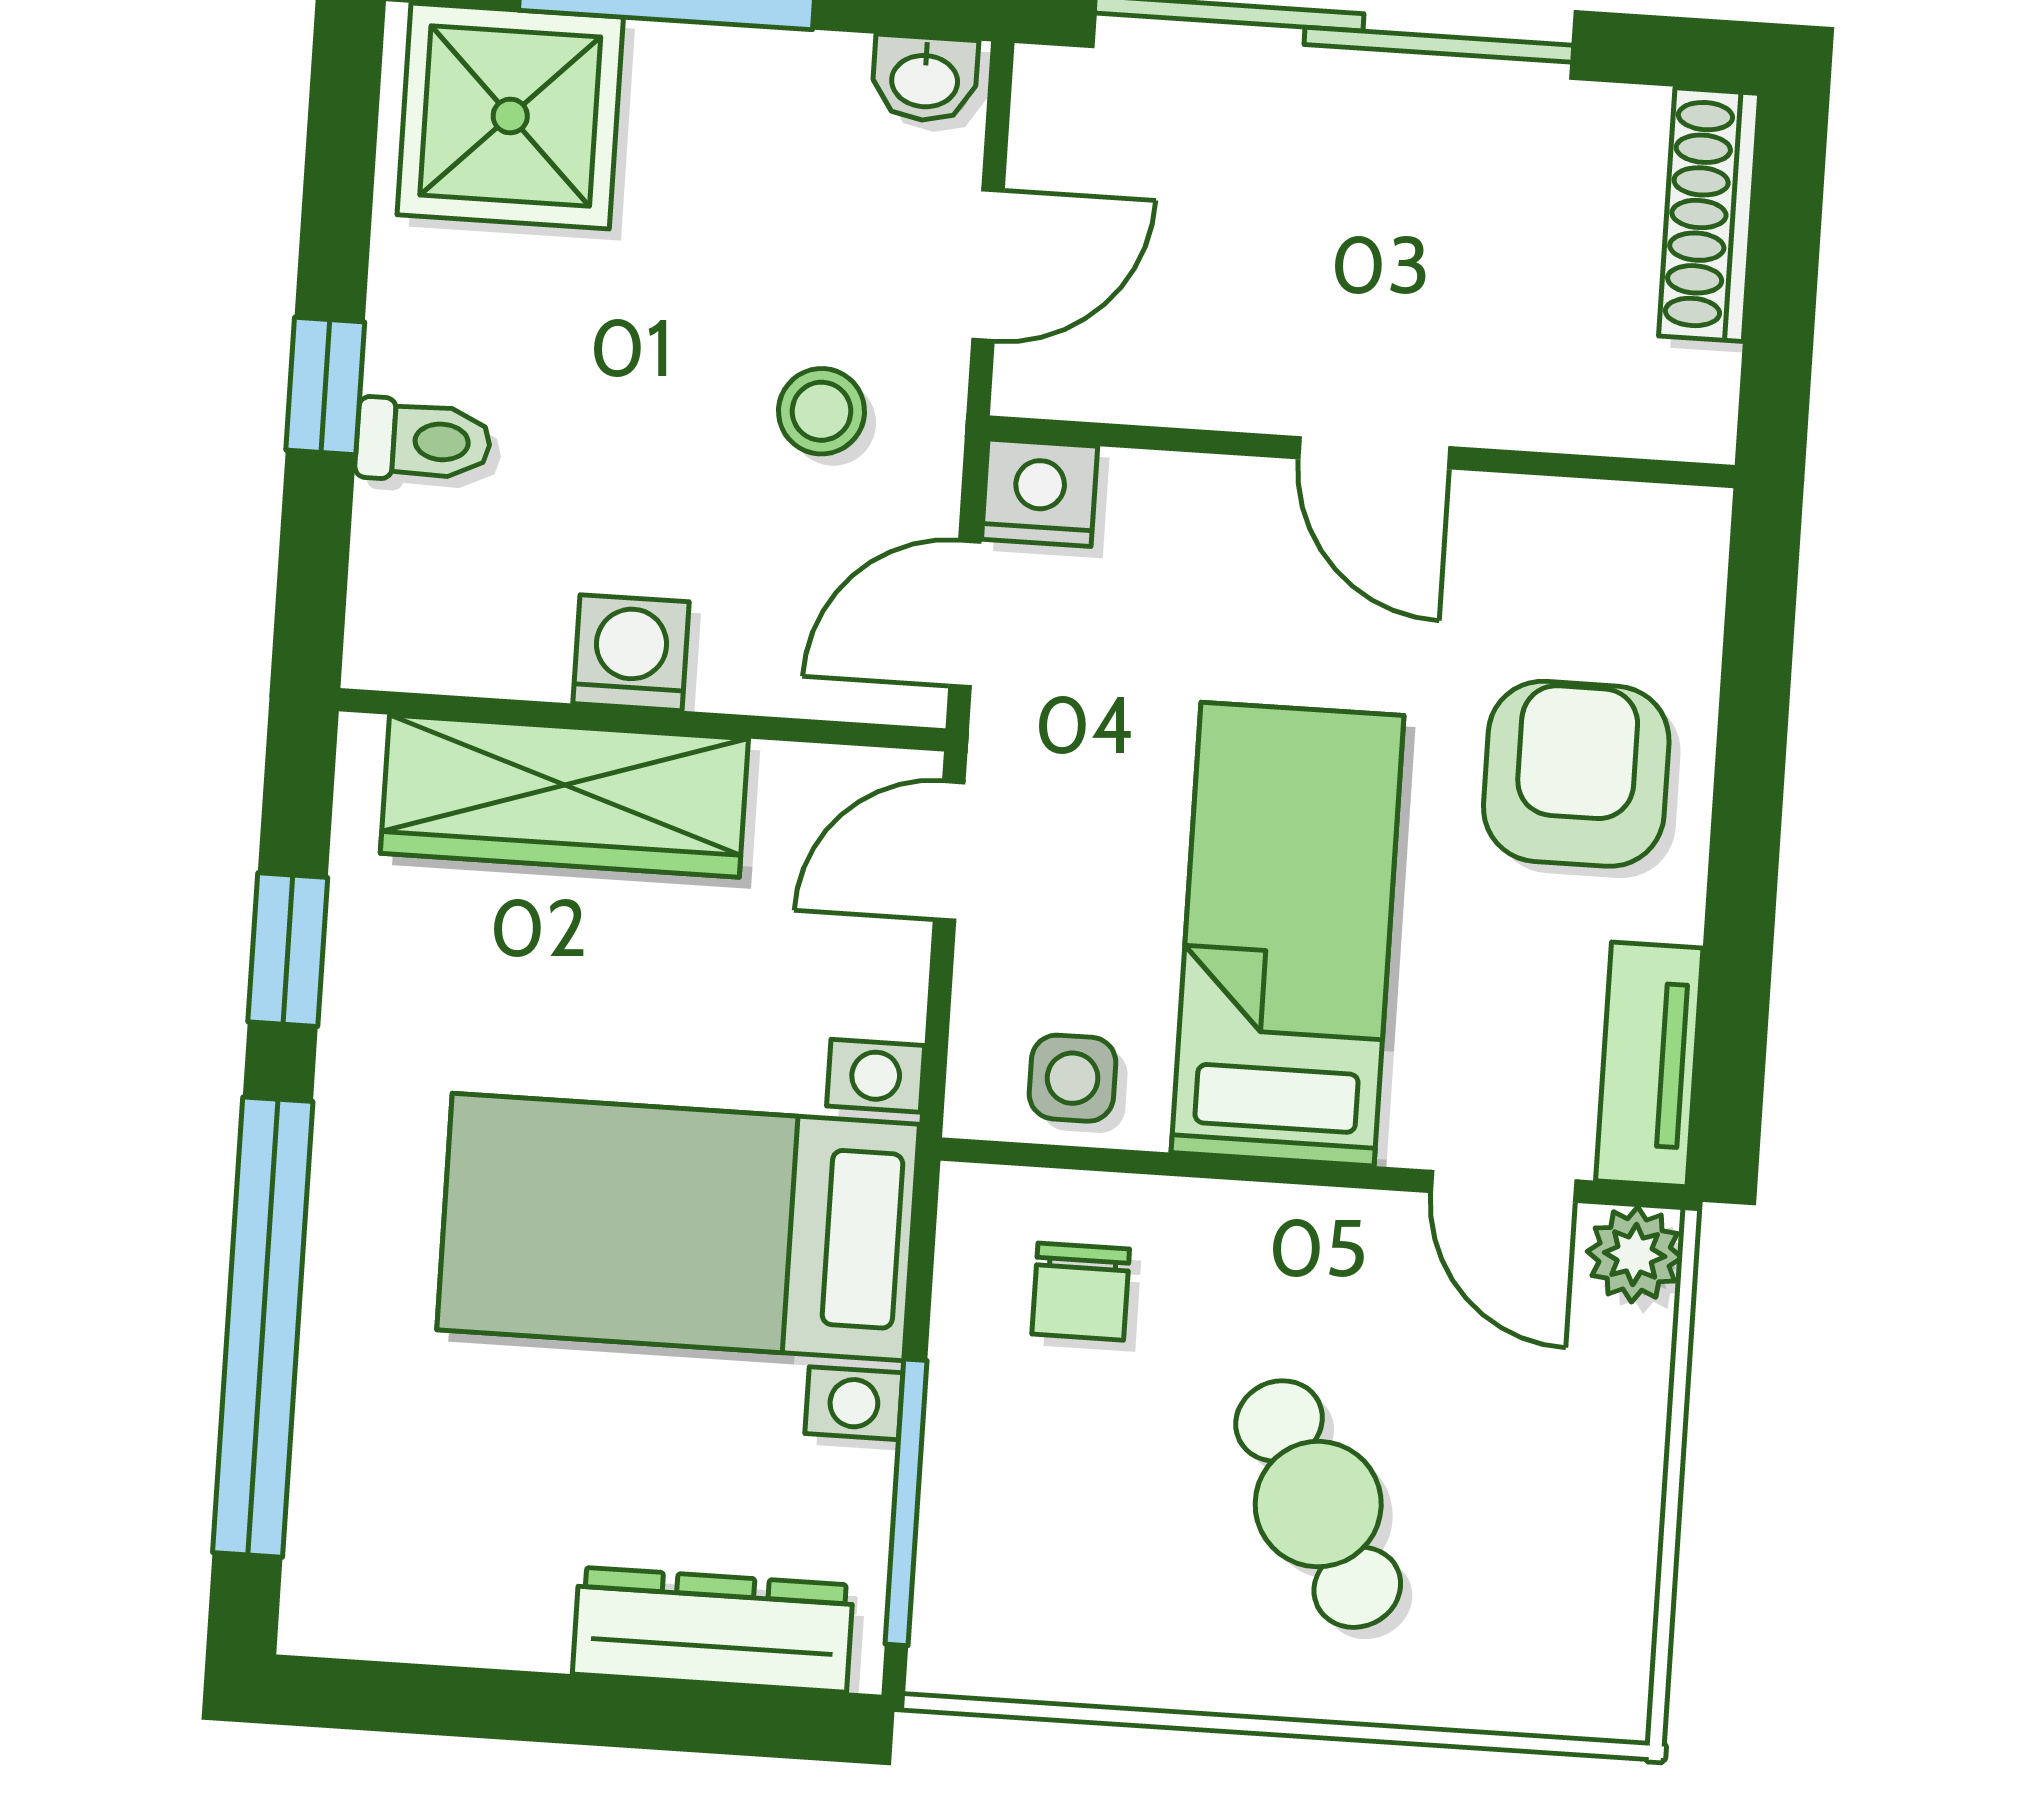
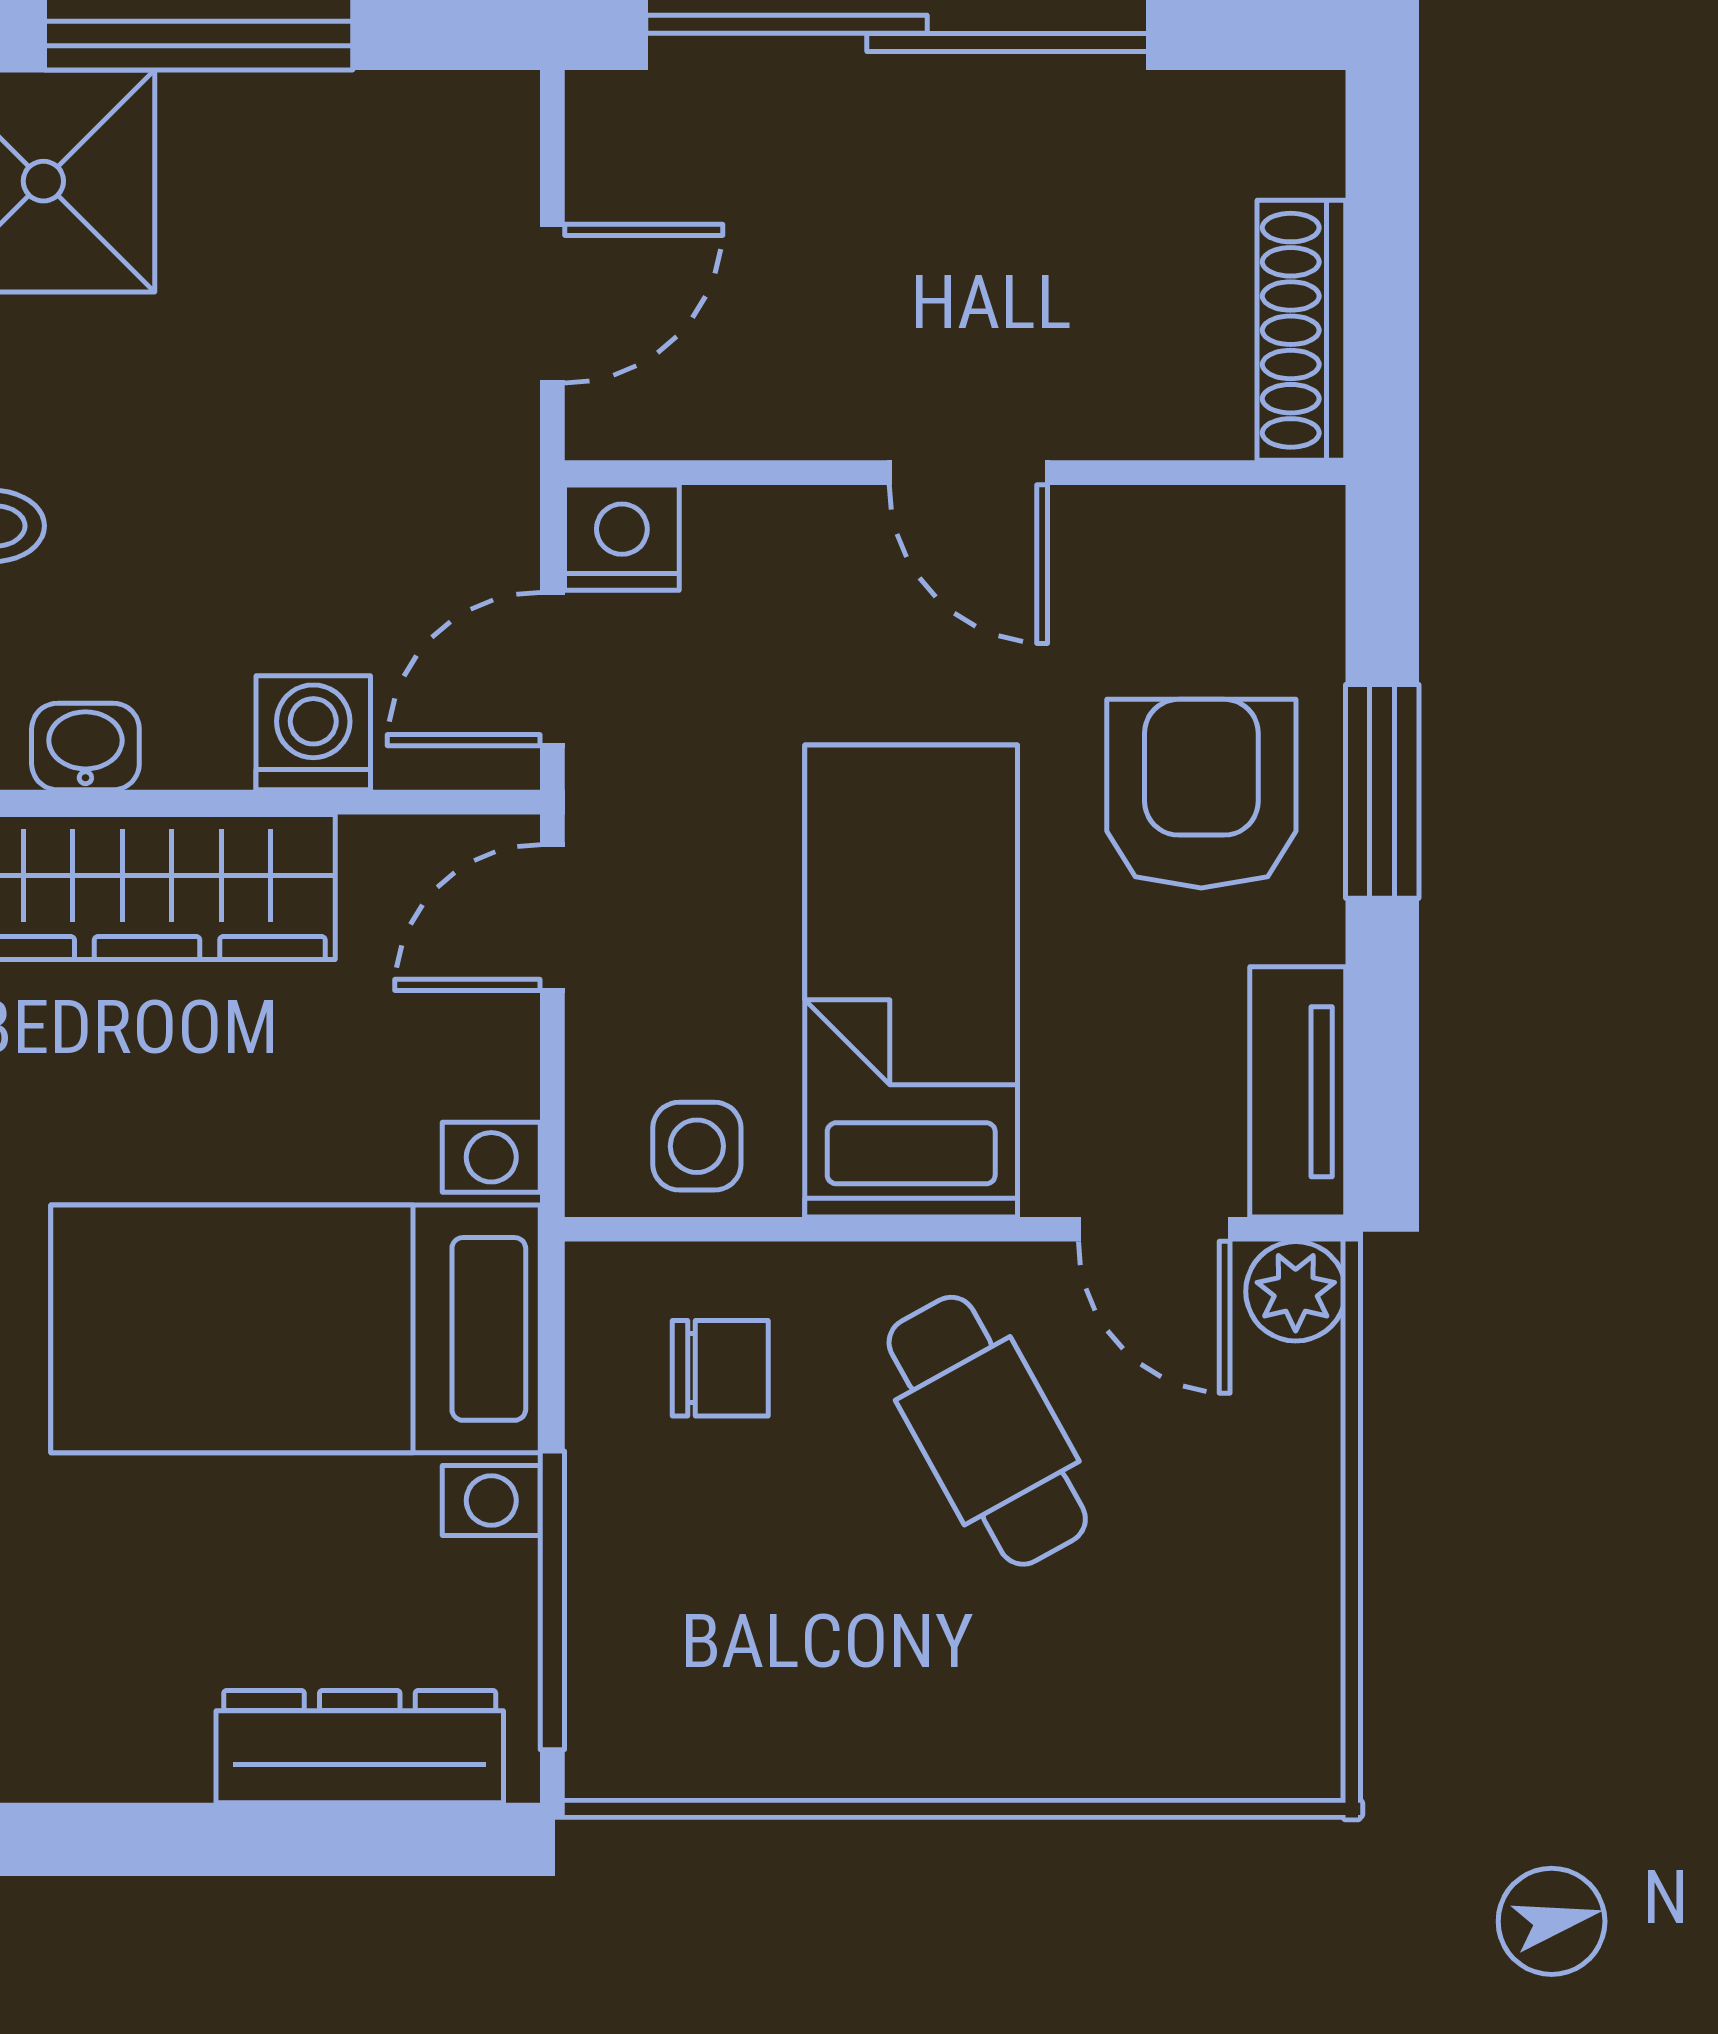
washbasin: (925, 79) -> (85, 746), moved, turned 180
shoe rack: (1709, 215) -> (1301, 330), moved
stool: (822, 411) -> (389, 468), removed
washing machine: (631, 653) -> (313, 733), moved
window: (1749, 783) -> (1382, 791), added
chair: (1081, 1292) -> (720, 1368), turned -90
cafe table: (1318, 1504) -> (987, 1431), moved

